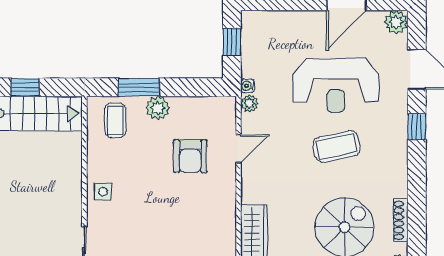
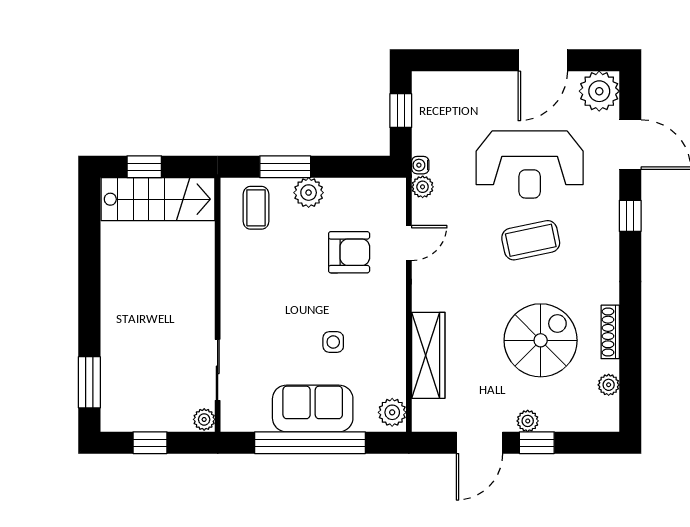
plant: (396, 22) -> (599, 91), width x1.36, depth x1.36
armchair: (190, 156) -> (349, 252), turned -90
side table: (103, 192) -> (333, 342), moved

